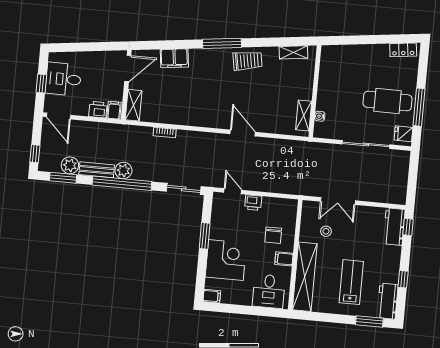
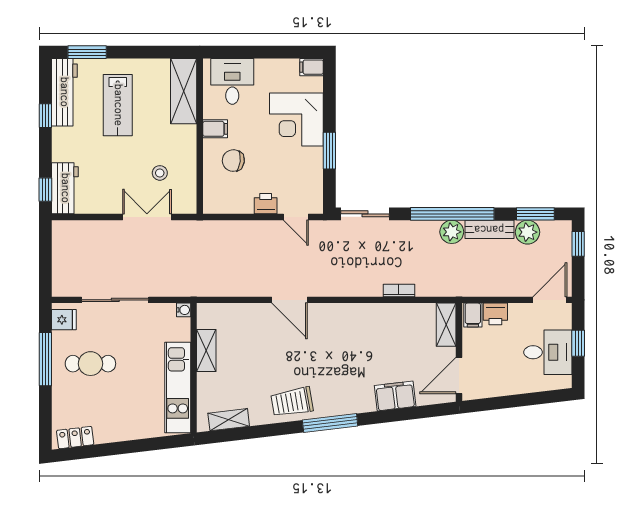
kitchen unit: (327, 78) -> (178, 387), added
cafe table: (388, 101) -> (90, 364), width x0.73, depth x0.74
door: (59, 116) -> (550, 300), hinge flipped
shelving: (304, 116) -> (206, 351), moved
water cooler: (320, 116) -> (184, 310), moved
chair: (273, 235) -> (233, 161), turned -83
shelving: (305, 277) -> (184, 91), width x0.68
workbench: (388, 301) -> (64, 92), width x1.38

